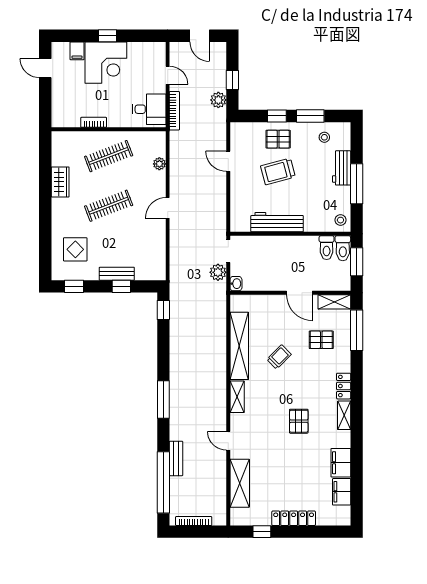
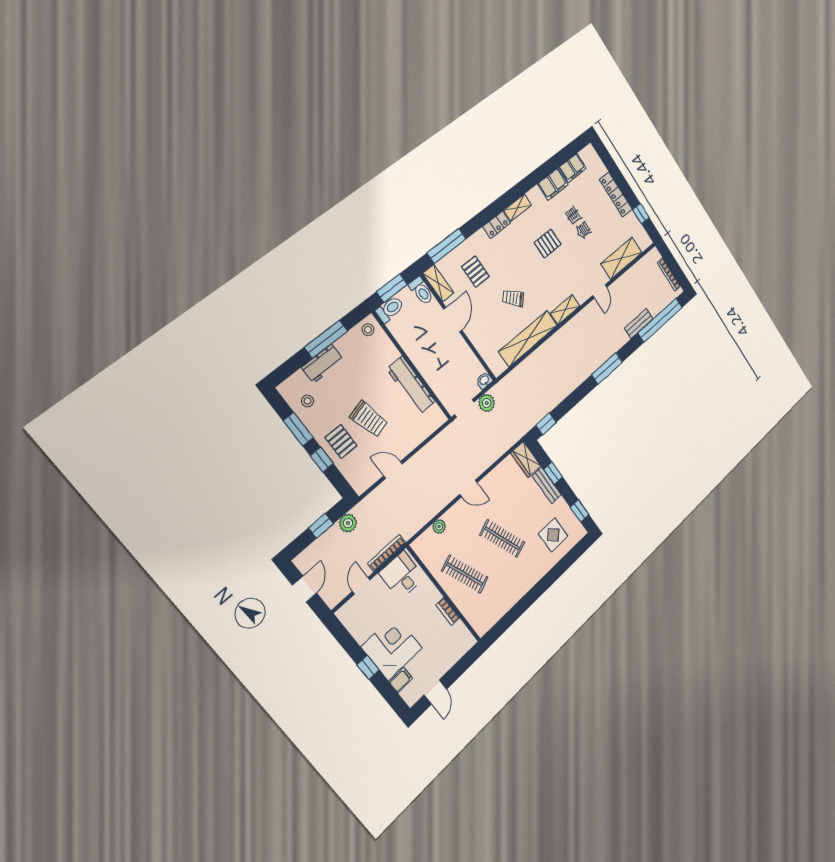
door: (228, 161) -> (393, 470), swing flipped
wardrobe: (60, 182) -> (526, 459), moved, turned -90
toilet: (327, 248) -> (421, 291), moved, turned 90

